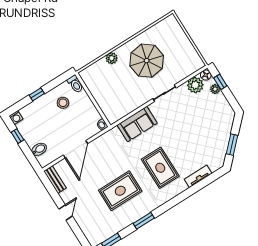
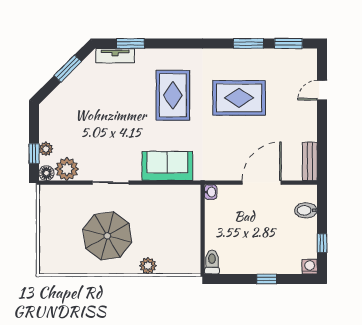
stool: (63, 103) -> (241, 249), removed
tv unit: (198, 176) -> (115, 56), moved
window: (204, 183) -> (130, 43), added
door: (66, 213) -> (322, 90), moved
window: (144, 221) -> (248, 43), moved

